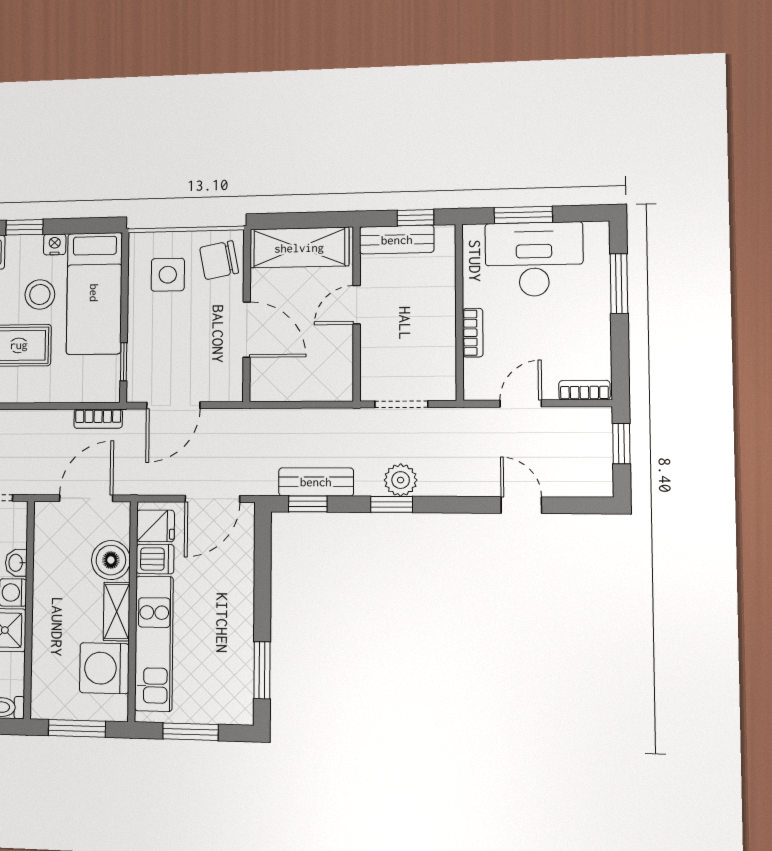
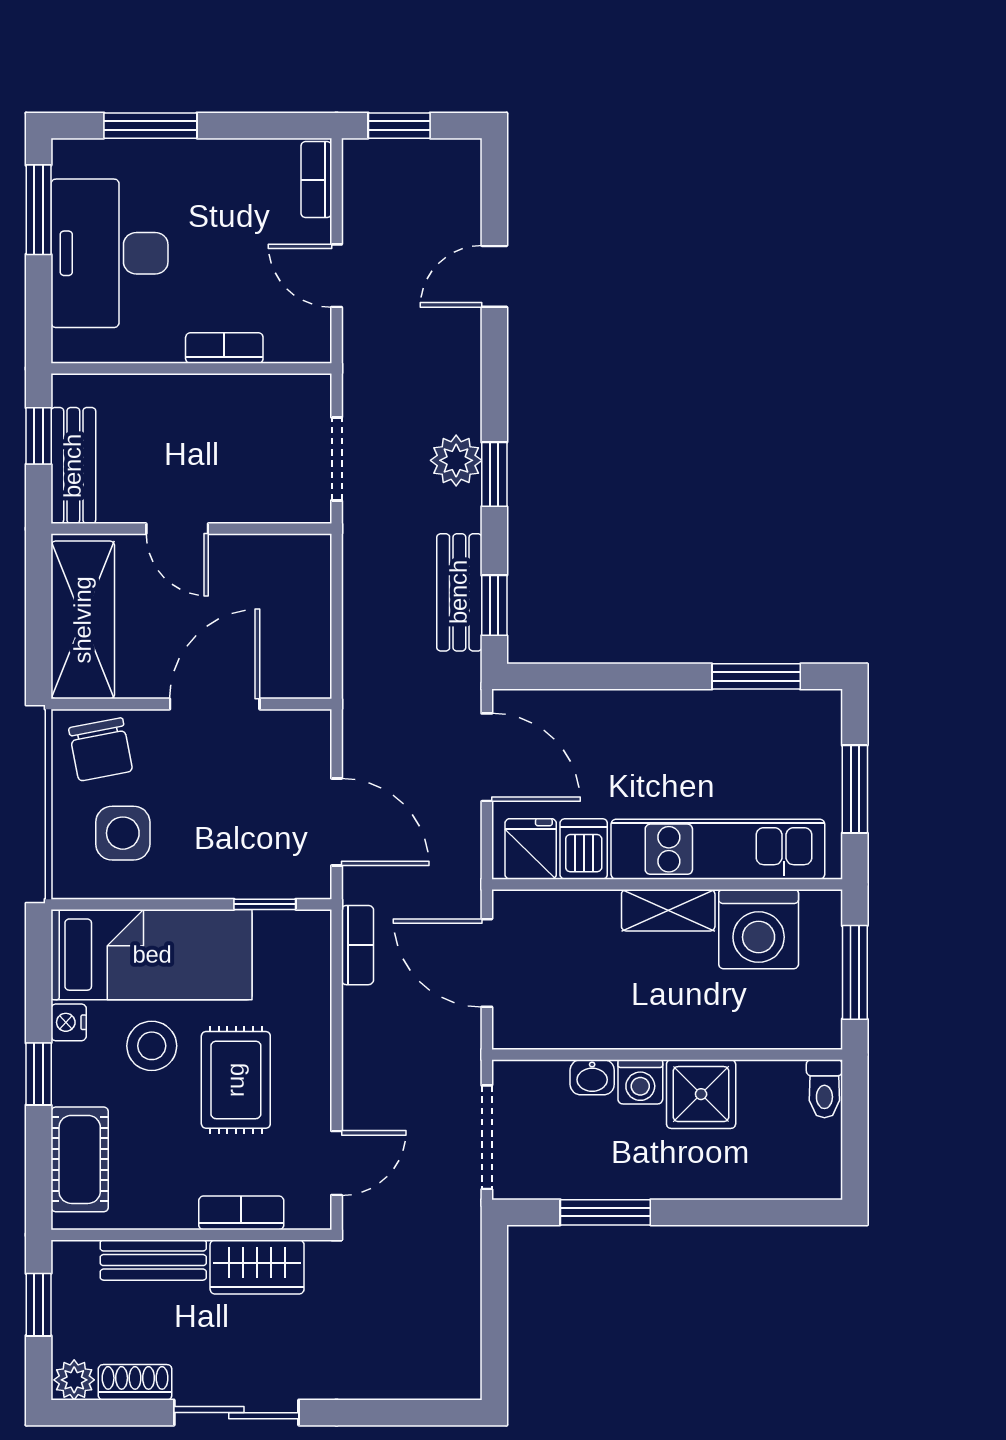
window: (523, 215) -> (39, 210), moved
boiler: (111, 560) -> (586, 921), removed

